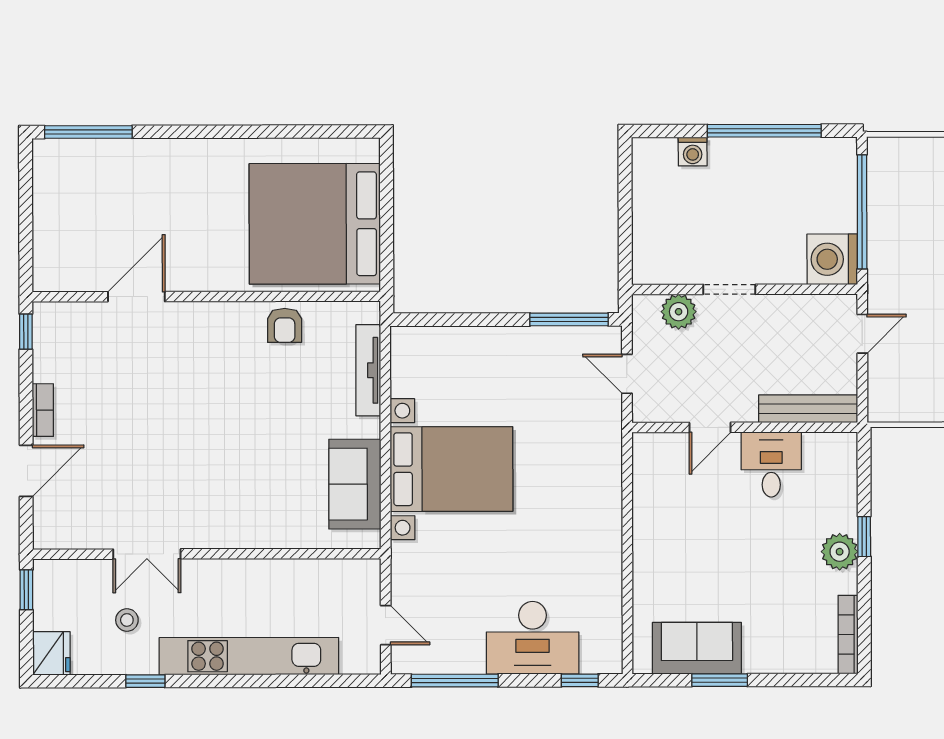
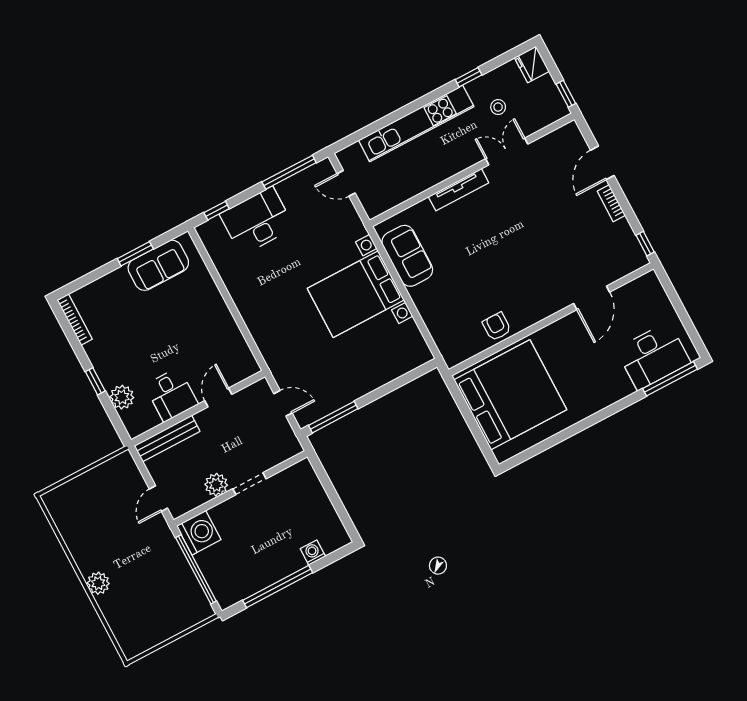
desk: (95, 175) -> (653, 356), added
plant: (679, 312) -> (216, 485), moved
tv unit: (368, 370) -> (459, 190), moved, turned 90
plant: (840, 552) -> (122, 397), moved

